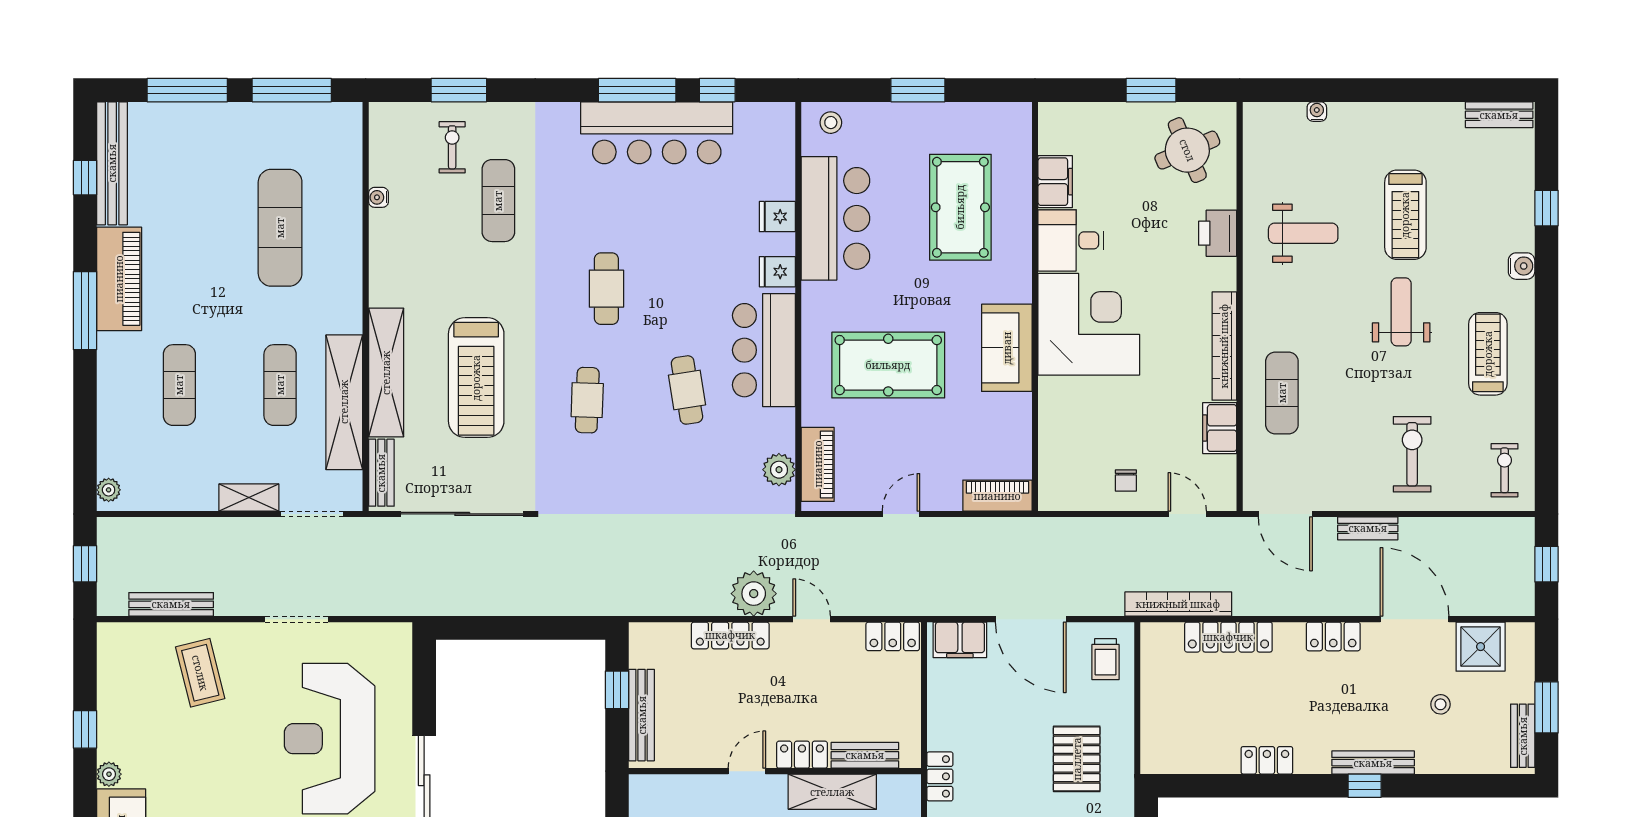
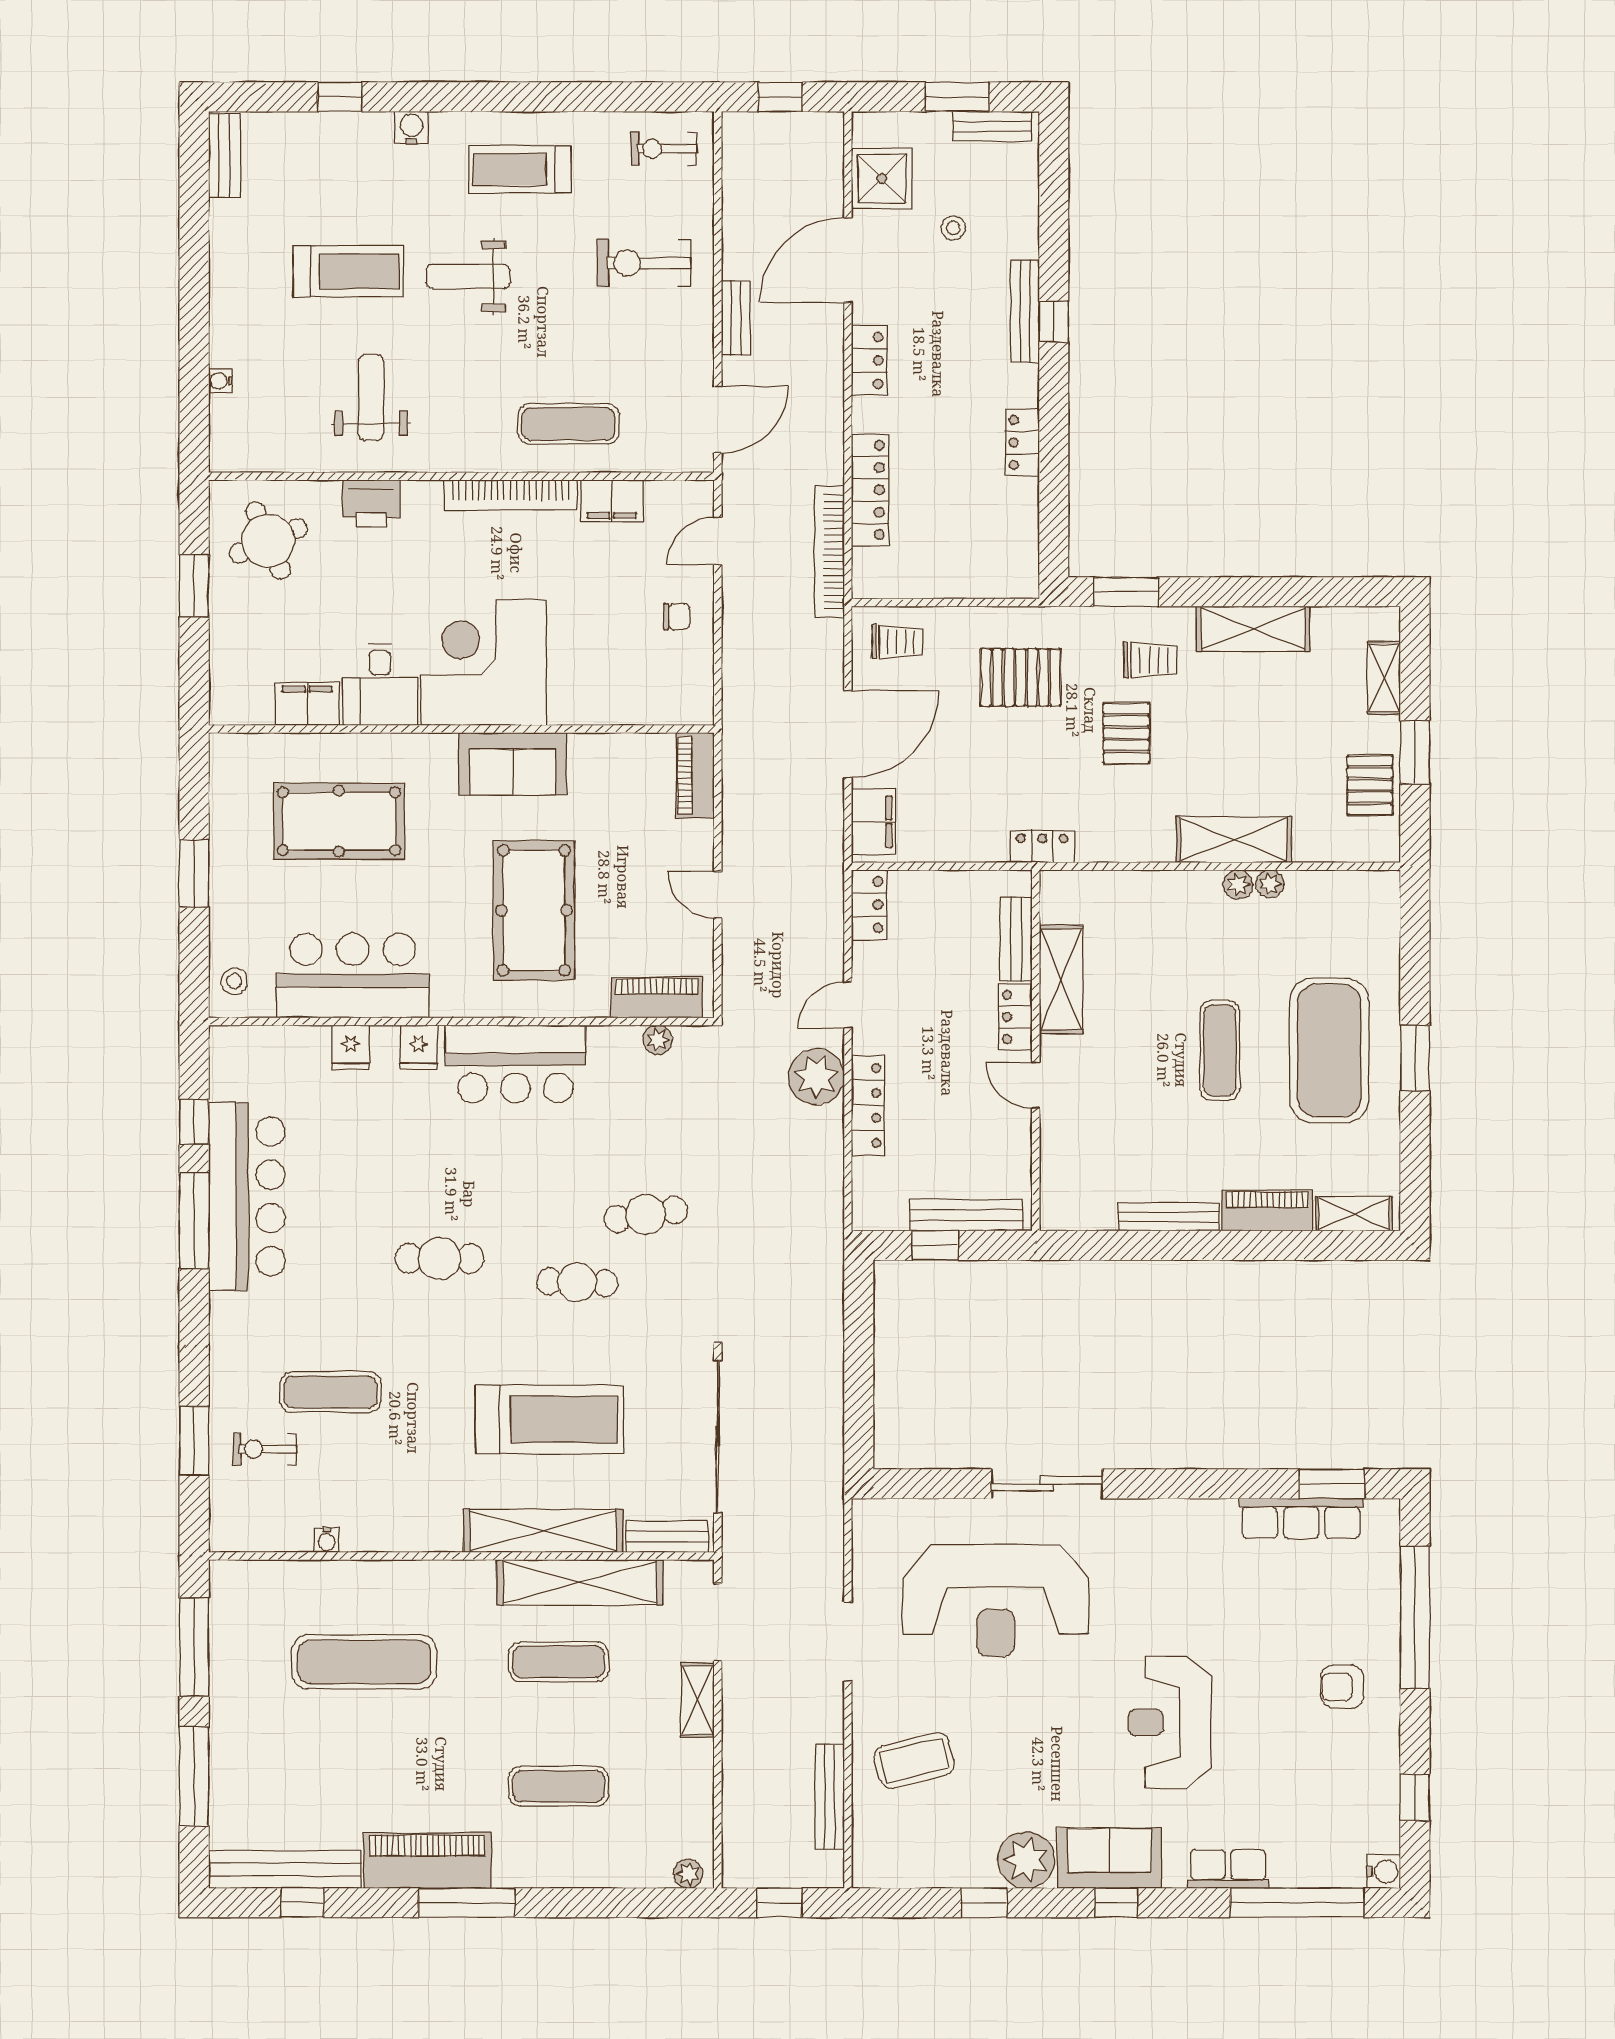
cafe table: (687, 390) -> (646, 1215), moved
plant: (779, 470) -> (658, 1040), width x0.73, depth x0.73
plant: (109, 774) -> (1026, 1860), width x1.87, depth x1.87

